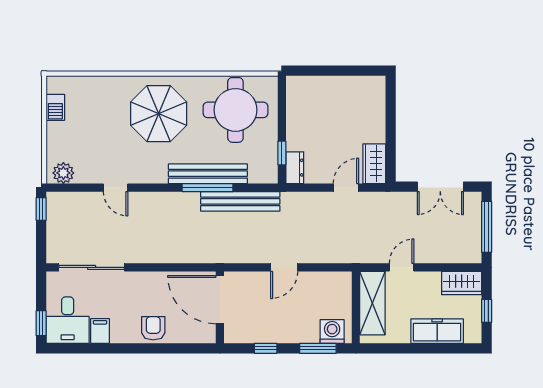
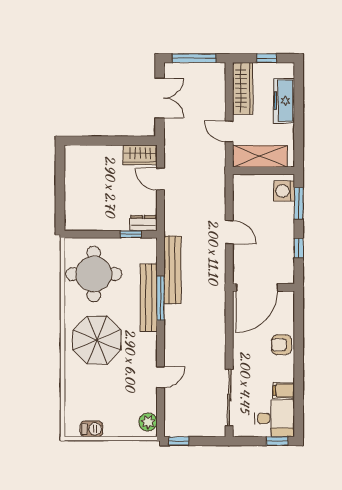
wardrobe: (462, 283) -> (243, 88), width x1.50

